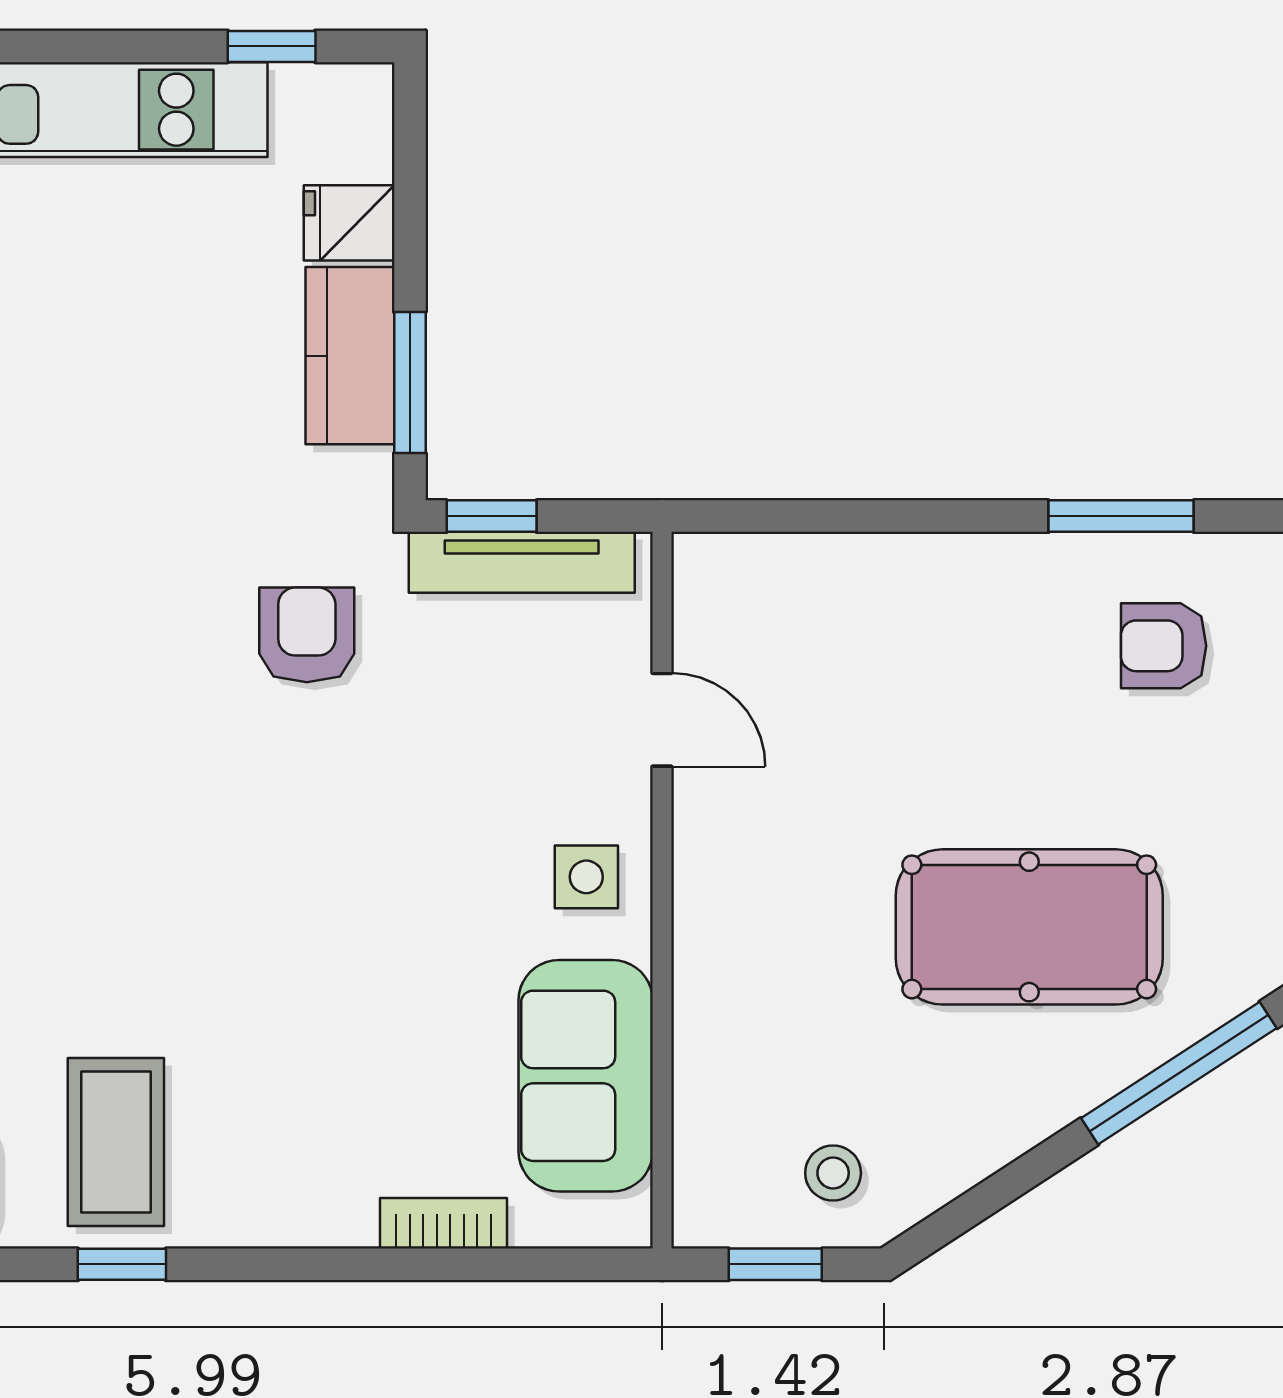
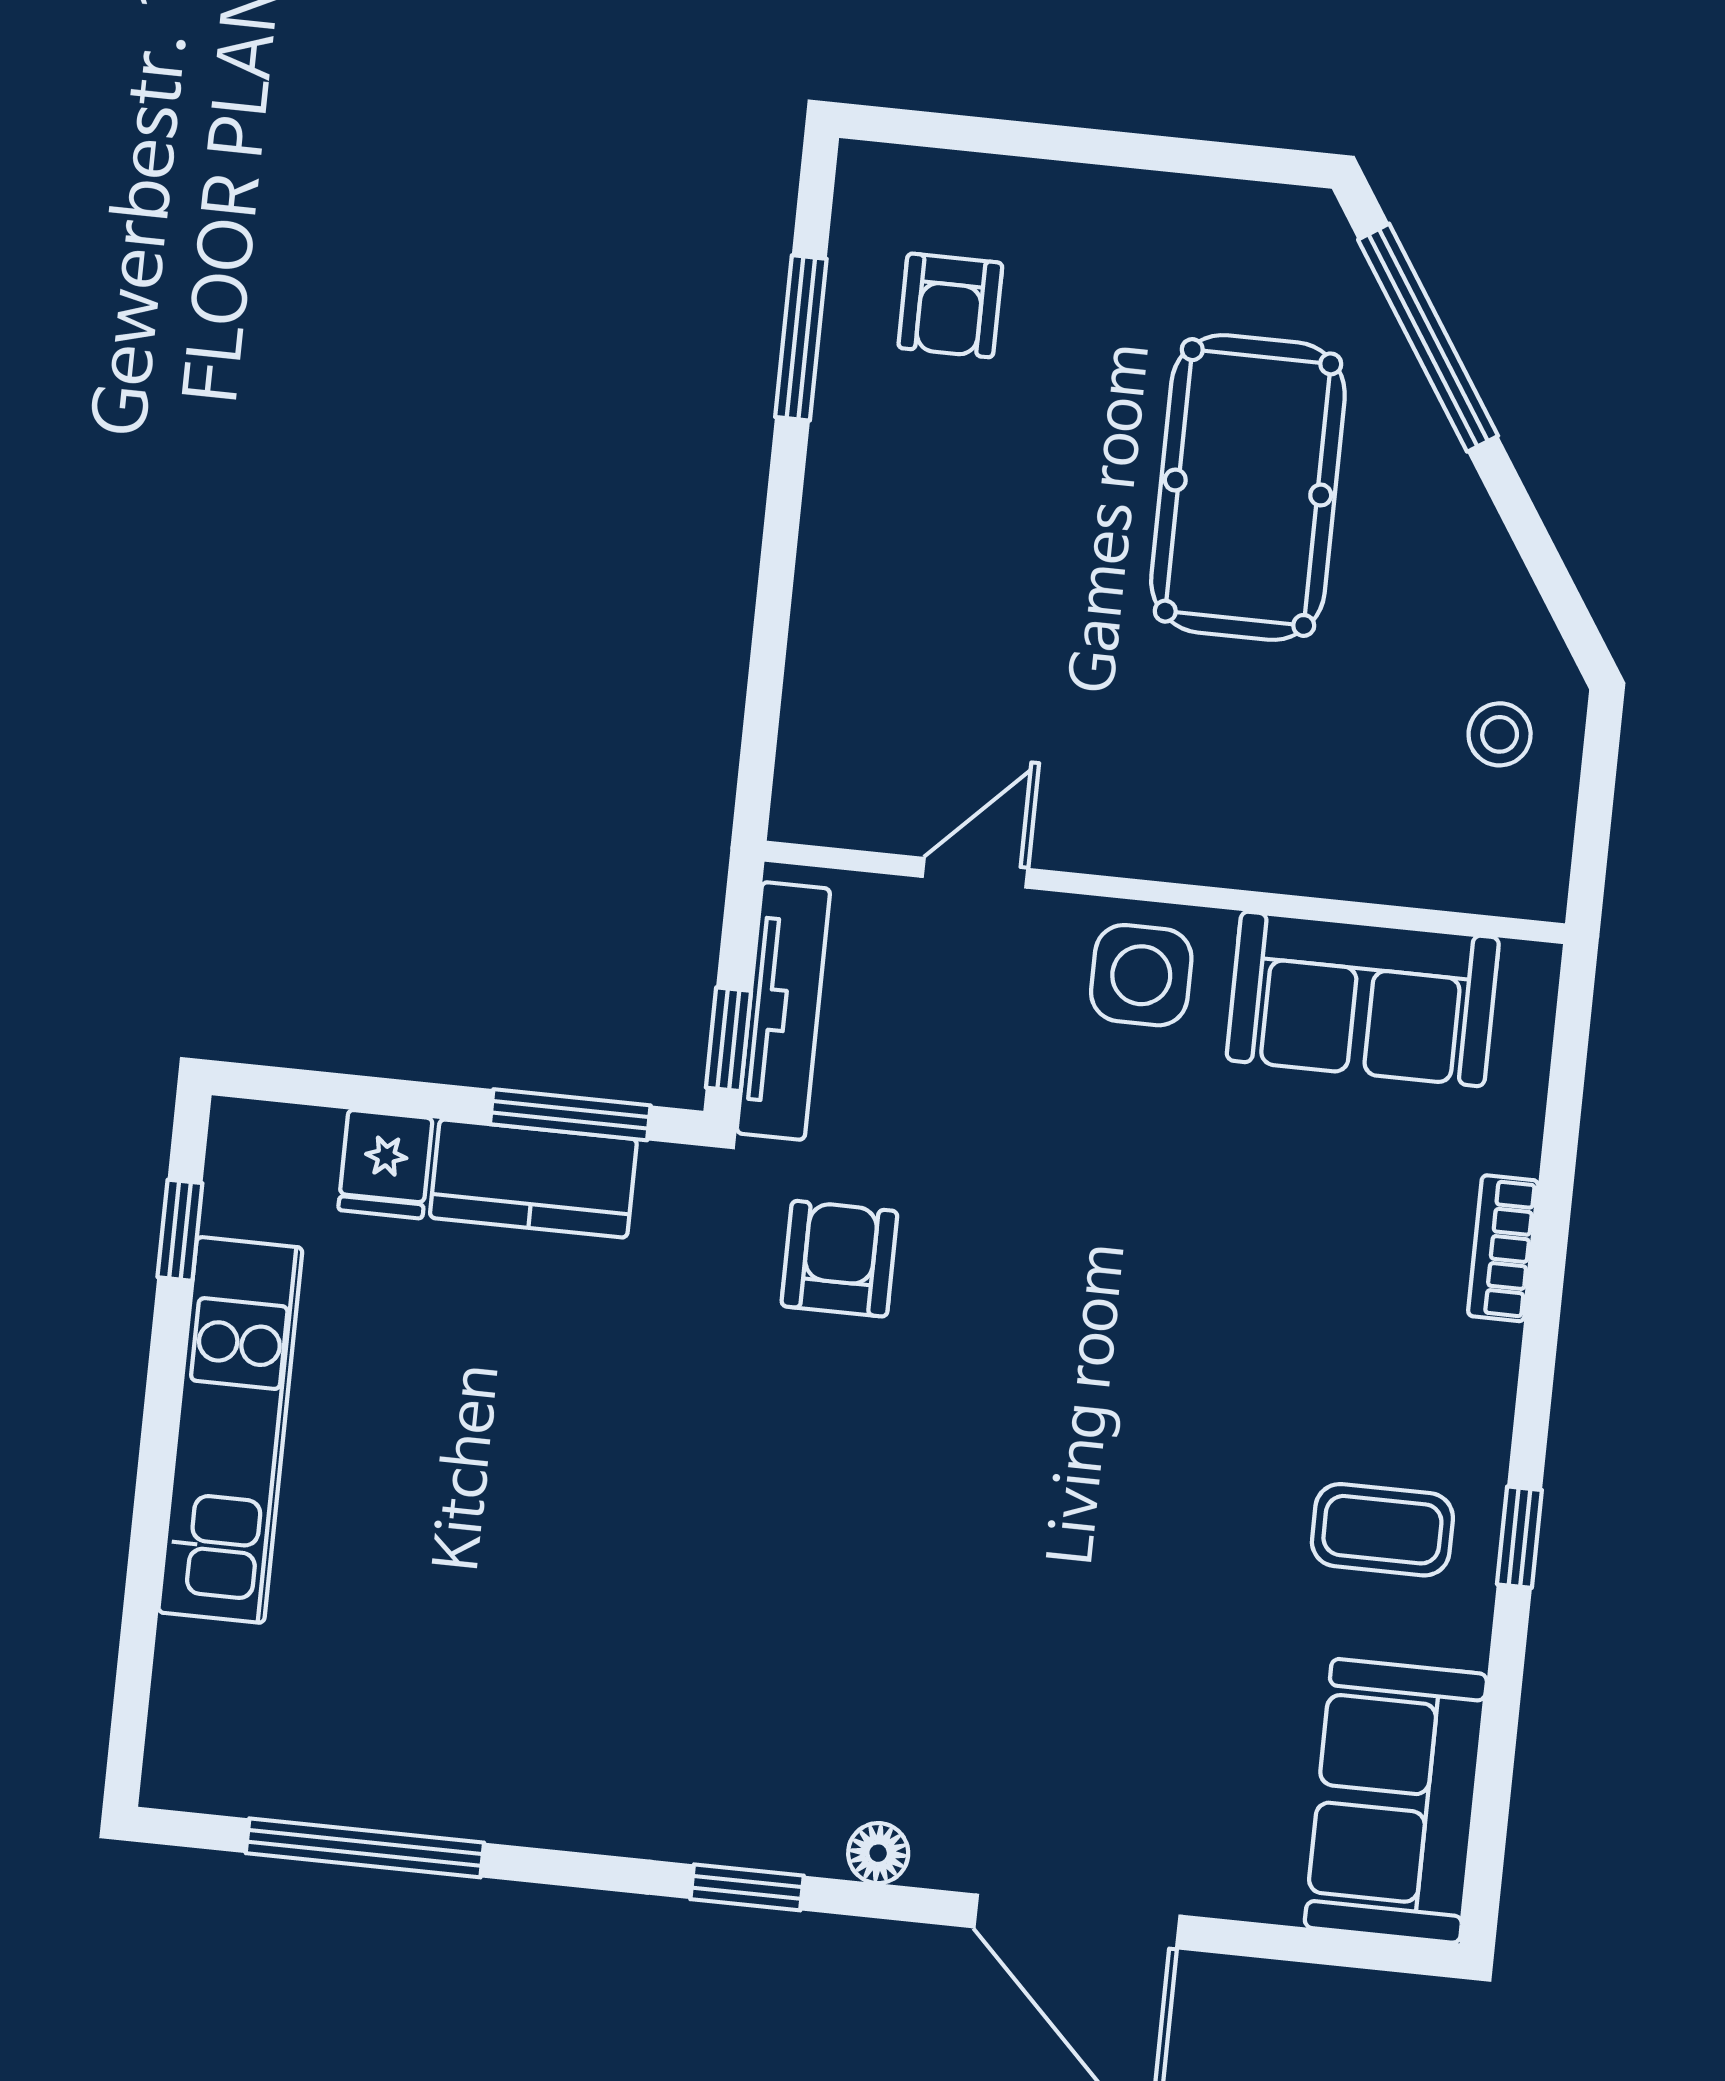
armchair: (307, 635) -> (839, 1259), turned 90
side table: (586, 877) -> (1141, 975), width x1.37, depth x1.37
coffee table: (116, 1142) -> (1382, 1530), width x0.73, depth x0.77
bookcase: (443, 1223) -> (1503, 1248), moved
window: (775, 1264) -> (1595, 809), removed

